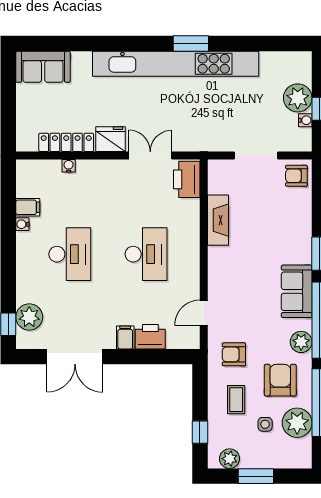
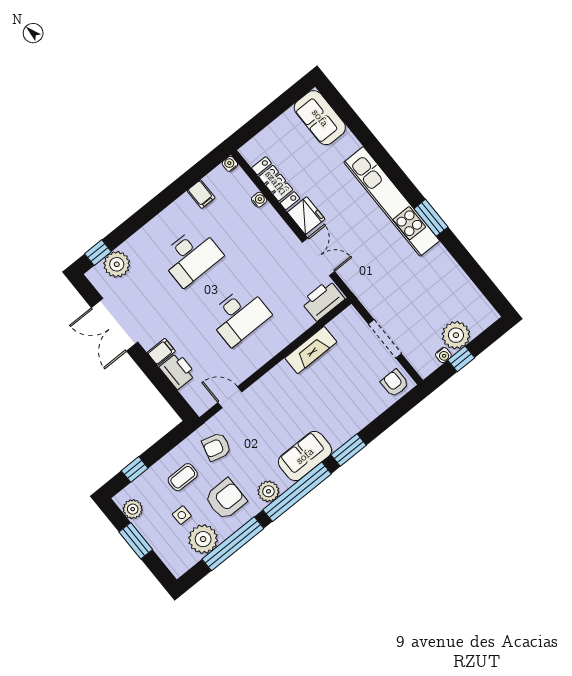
kitchen unit: (176, 64) -> (392, 201), width x0.73
water cooler: (22, 224) -> (230, 164), moved
armchair: (234, 354) -> (217, 447), turned -75

